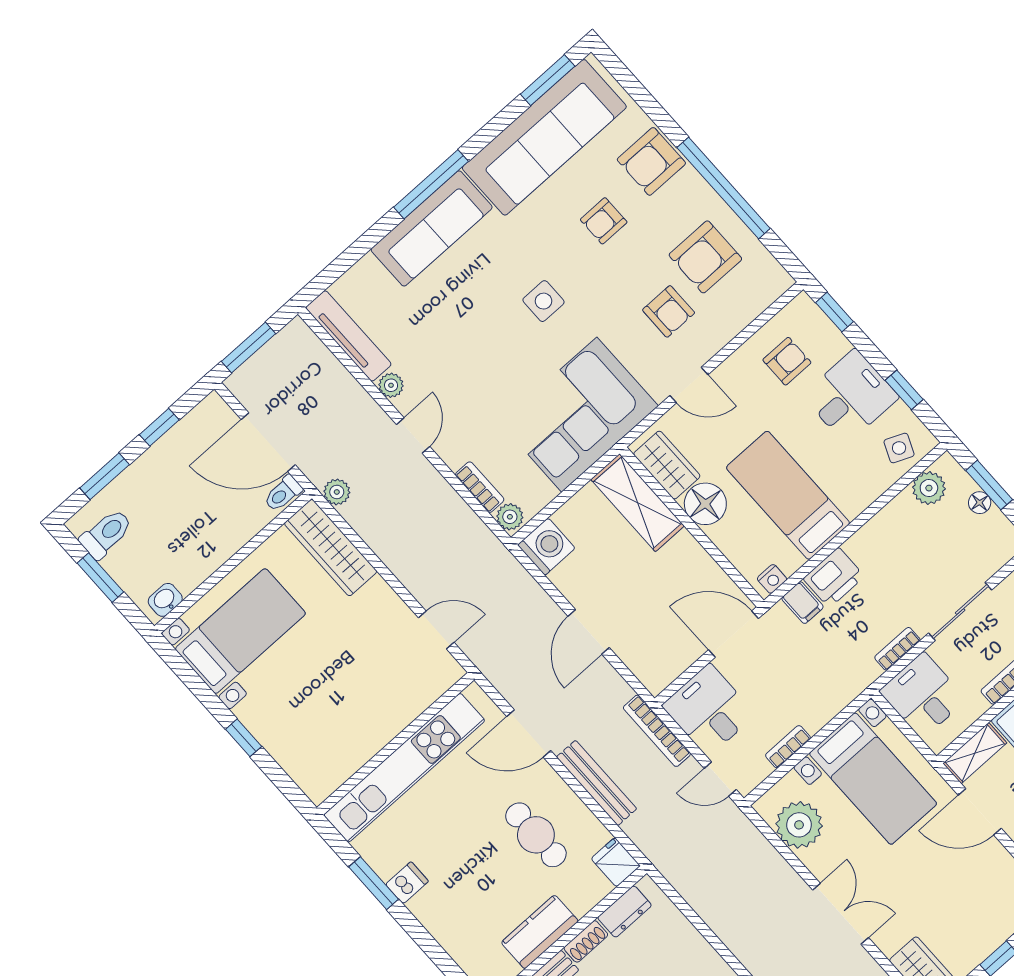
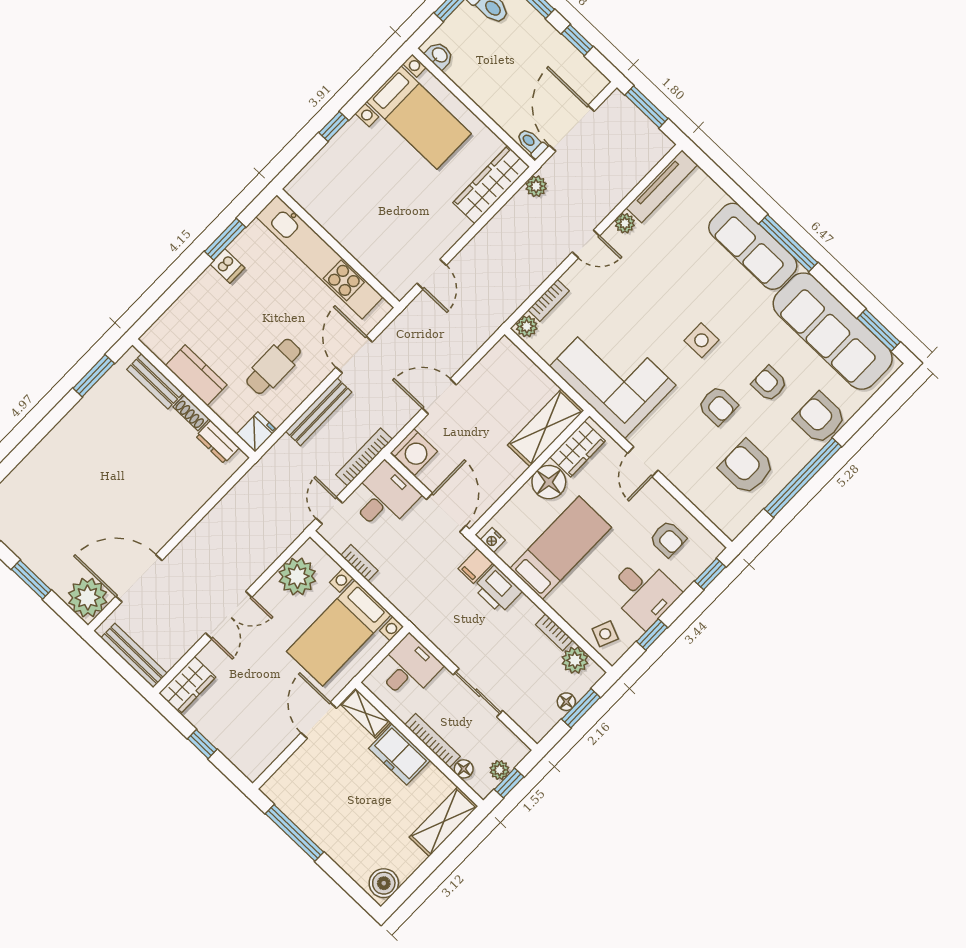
armchair: (669, 311) -> (718, 405), moved, turned -90
washing machine: (546, 547) -> (414, 452), moved
bookcase: (897, 649) -> (554, 632), moved, turned 180

